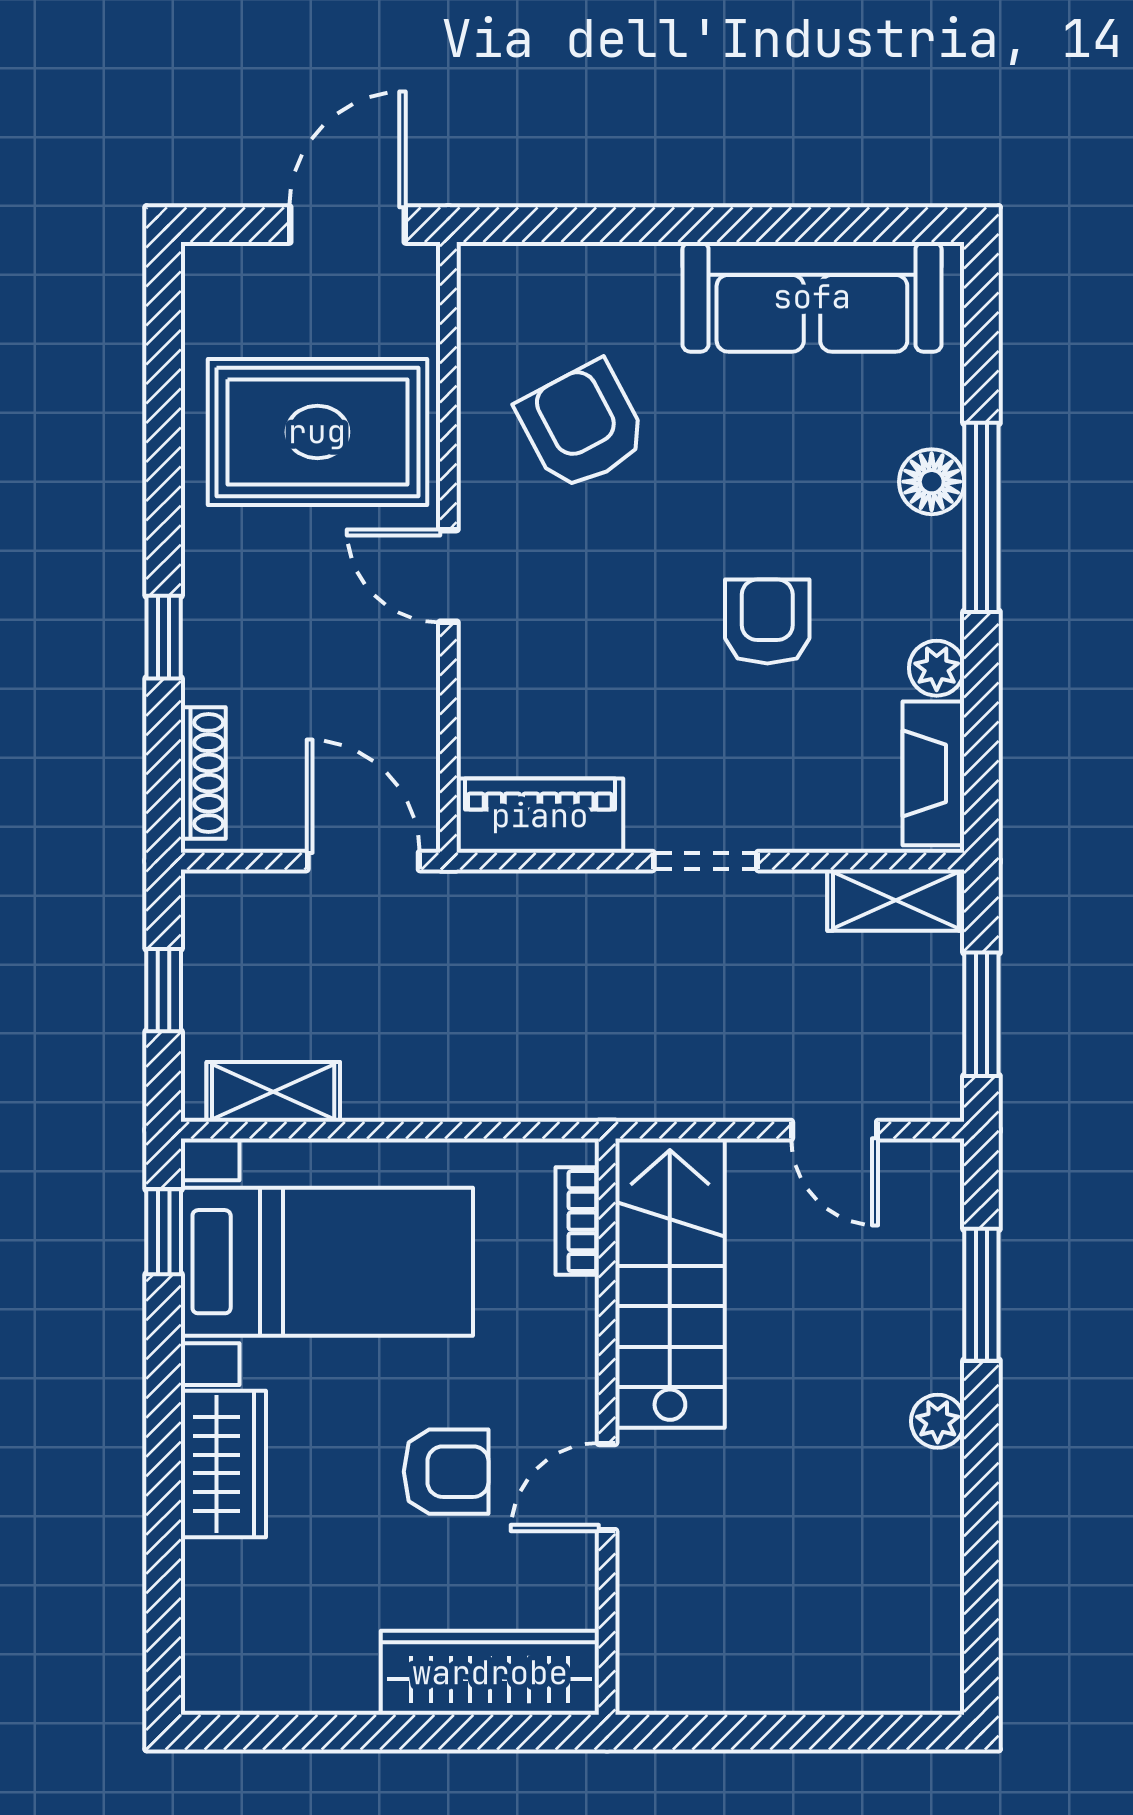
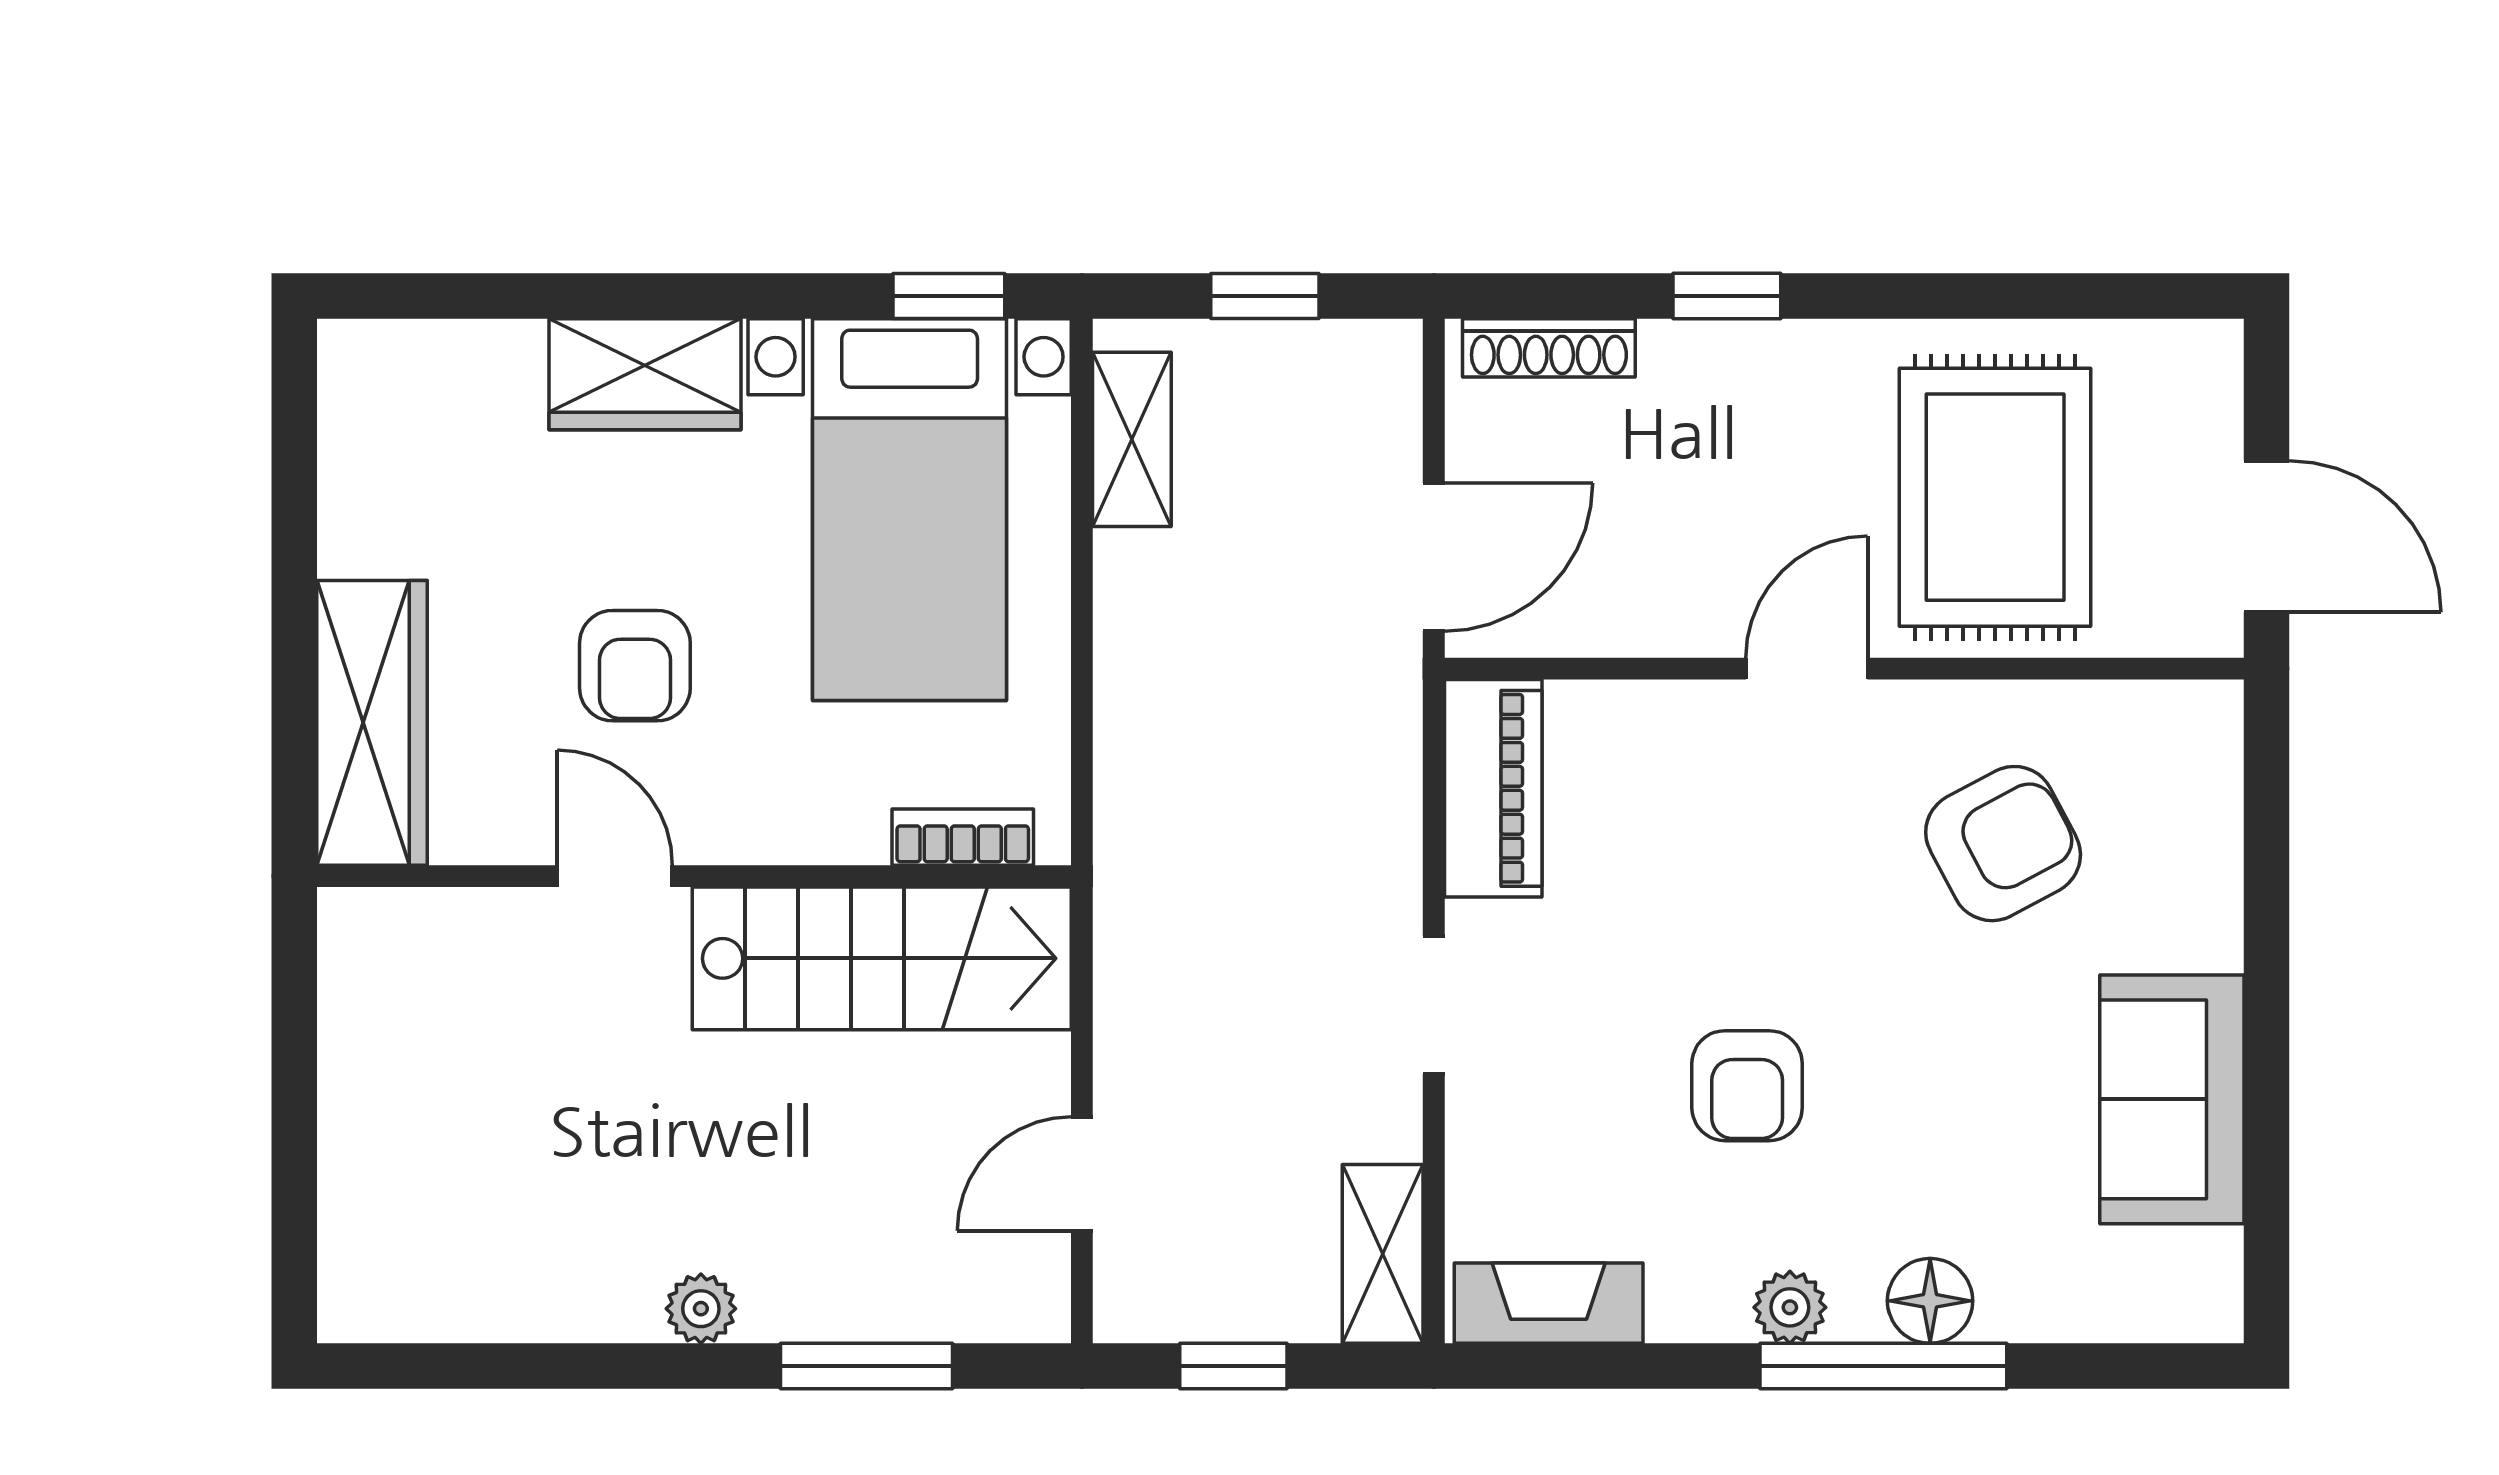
sofa: (812, 297) -> (2172, 1099), width x0.73
armchair: (767, 622) -> (1747, 1086), turned 90
plant: (937, 668) -> (1790, 1307), moved
window: (981, 1014) -> (1233, 1366), width x0.67

